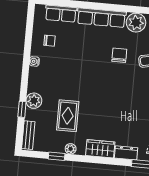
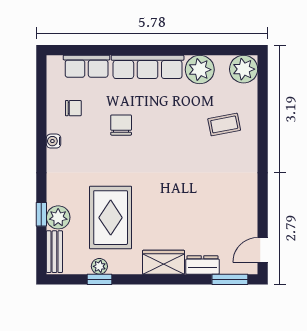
chair: (119, 55) -> (121, 125), moved
plant: (34, 101) -> (58, 217), moved
rug: (68, 116) -> (111, 218), width x1.36, depth x1.43
plant: (71, 149) -> (99, 266), moved

